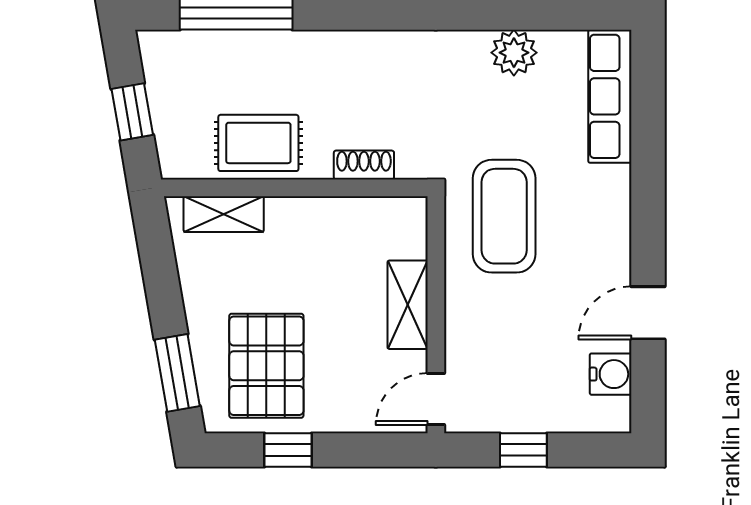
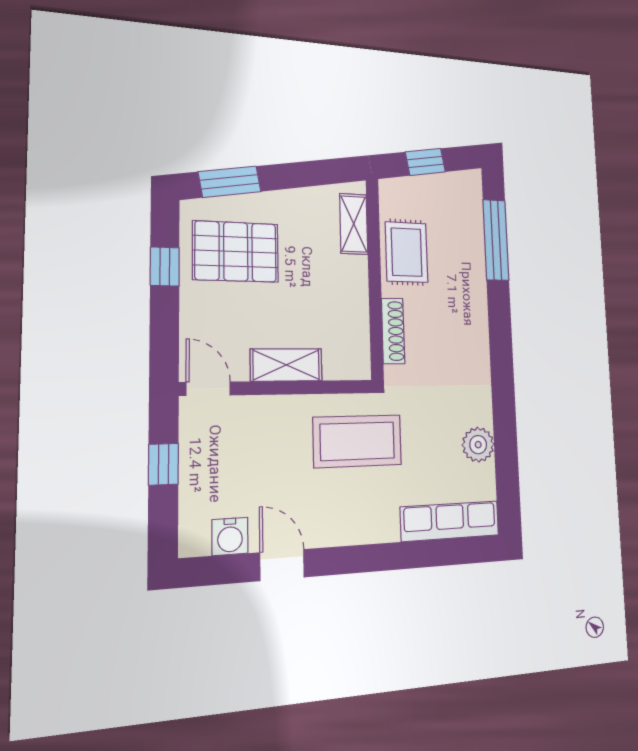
shoe rack: (364, 165) -> (393, 331), width x1.43

